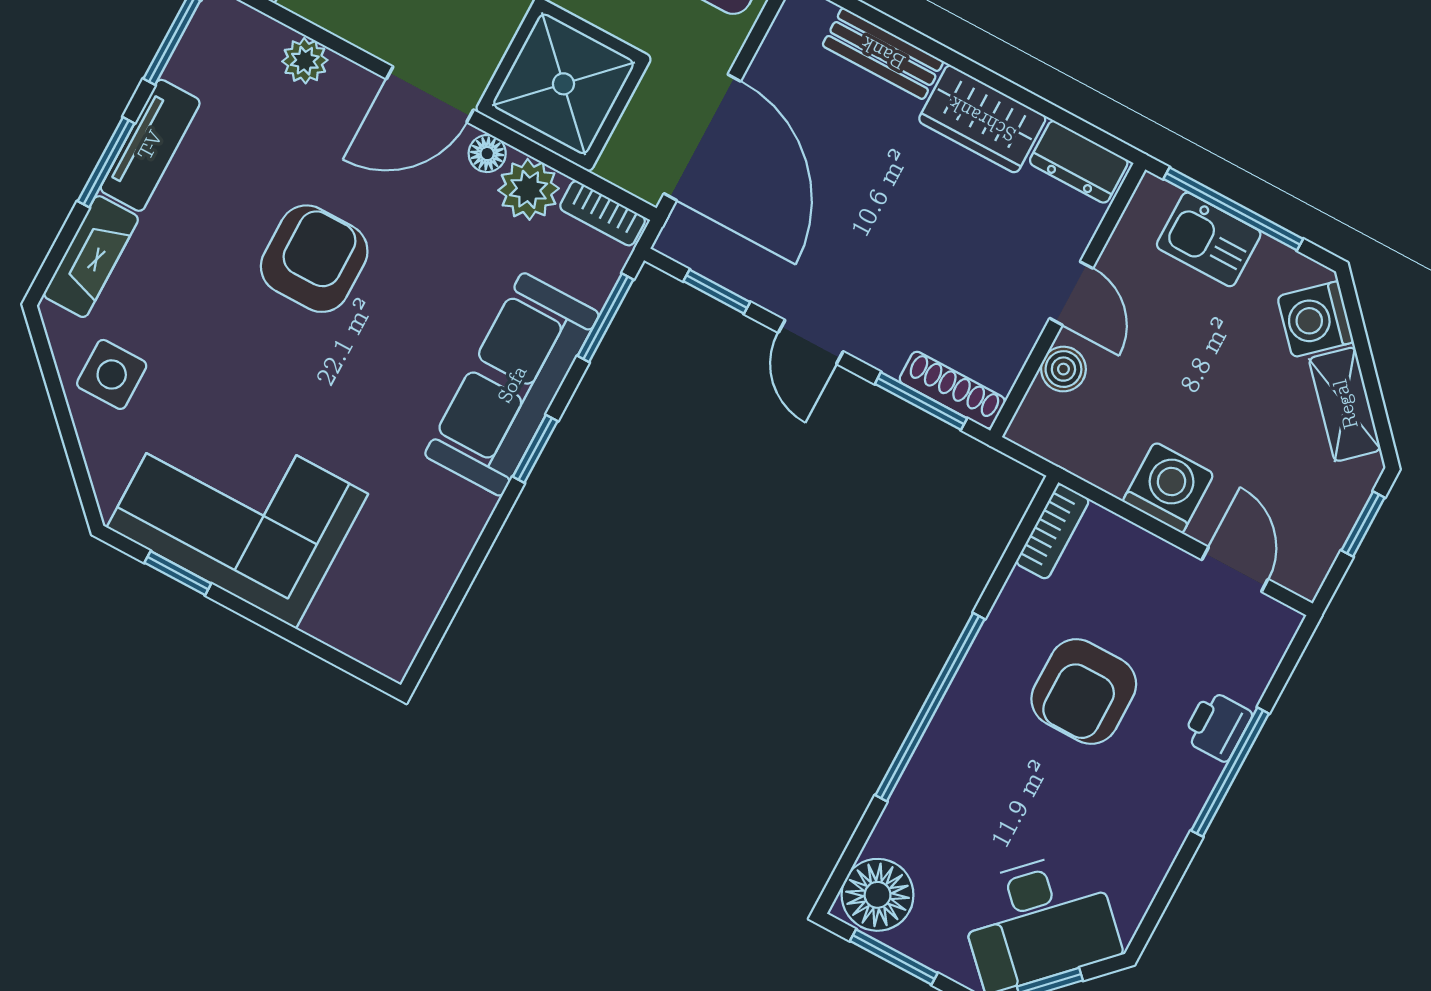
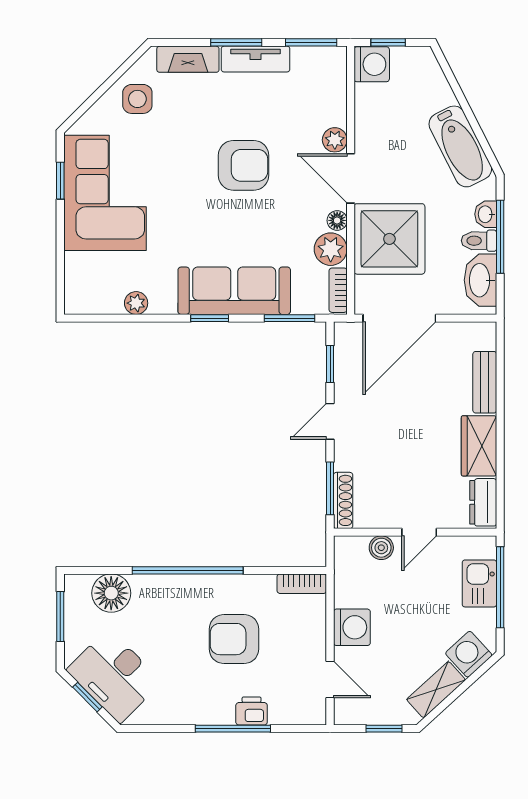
plant: (305, 61) -> (335, 140), moved
plant: (446, 556) -> (136, 303), added
door: (1235, 569) -> (330, 680), hinge flipped
floor lamp: (878, 895) -> (111, 593), moved

